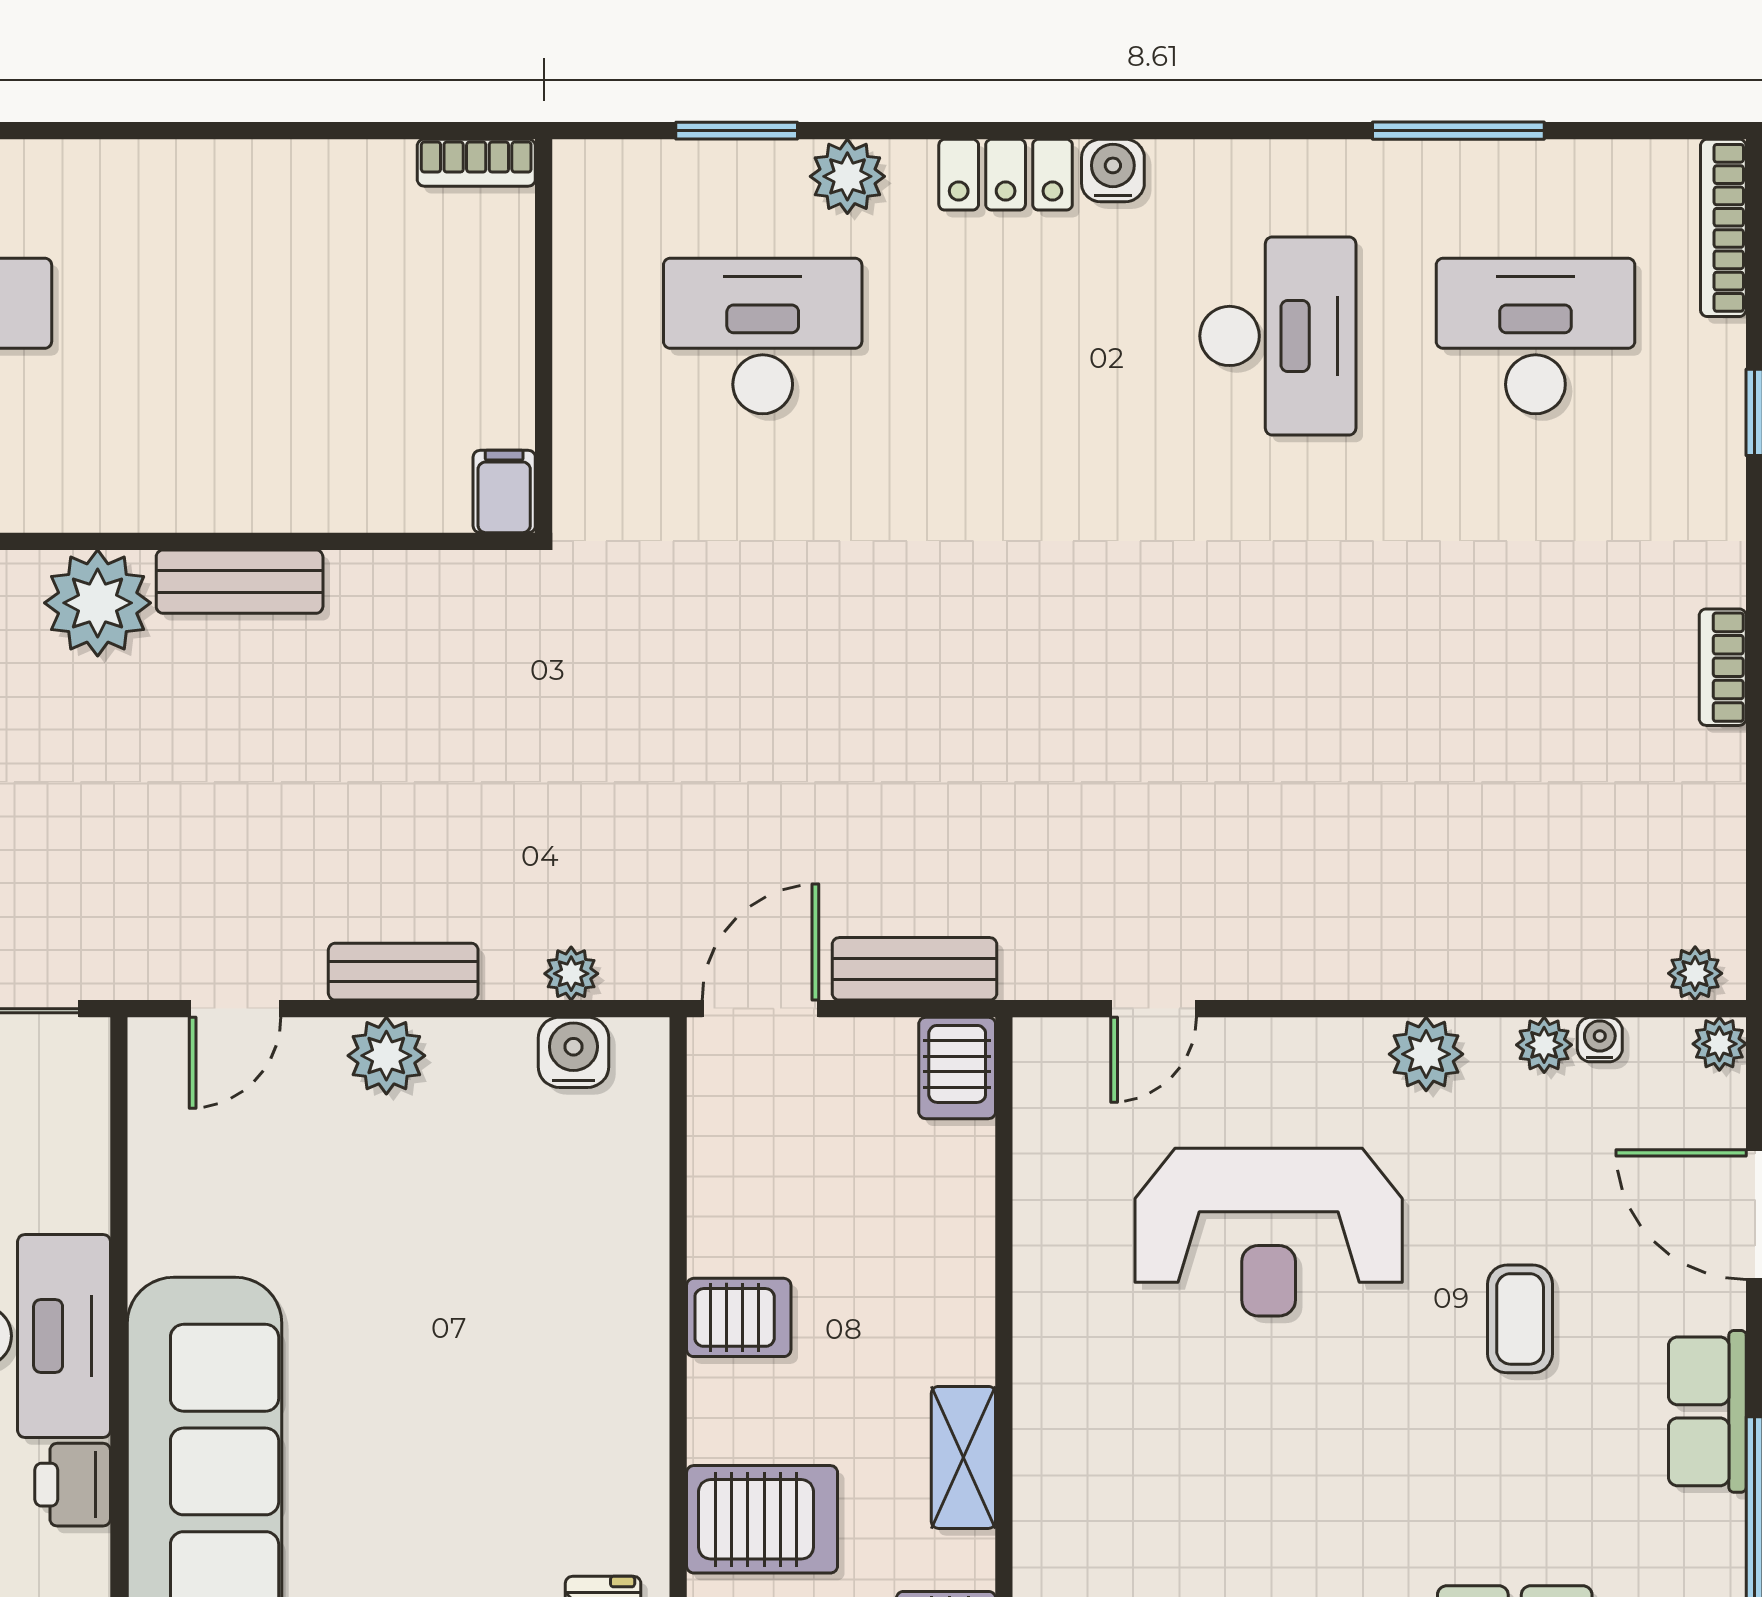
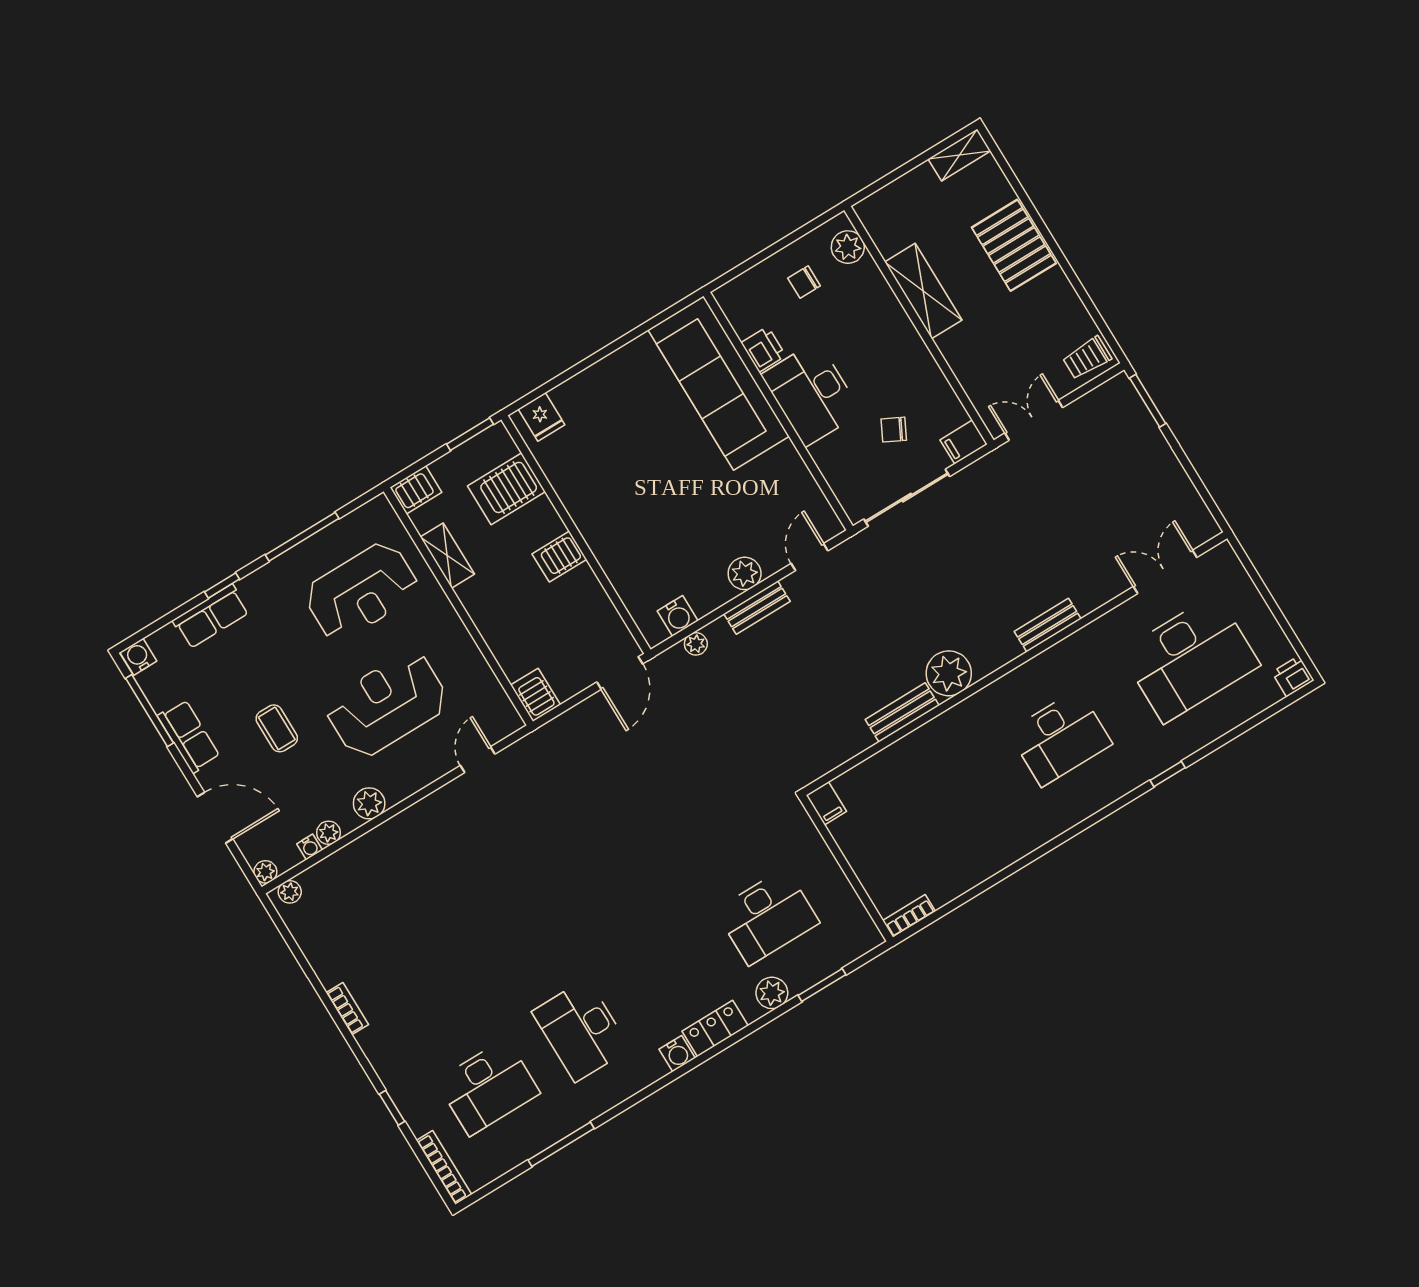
bench: (914, 969) -> (573, 721), removed
reception desk: (1180, 1491) -> (362, 591), added

